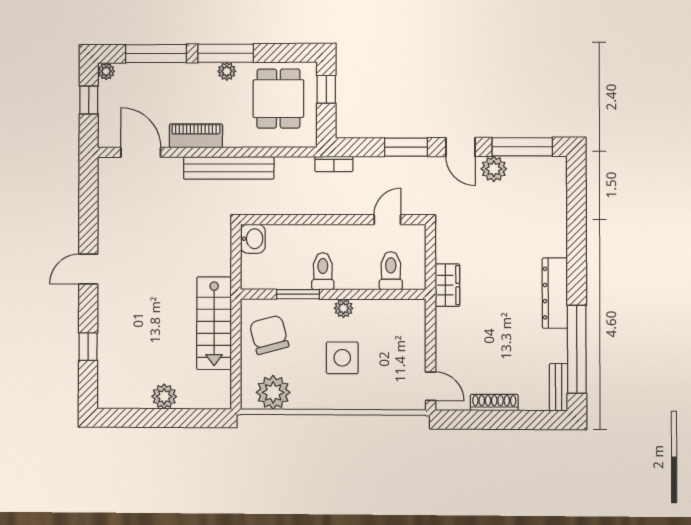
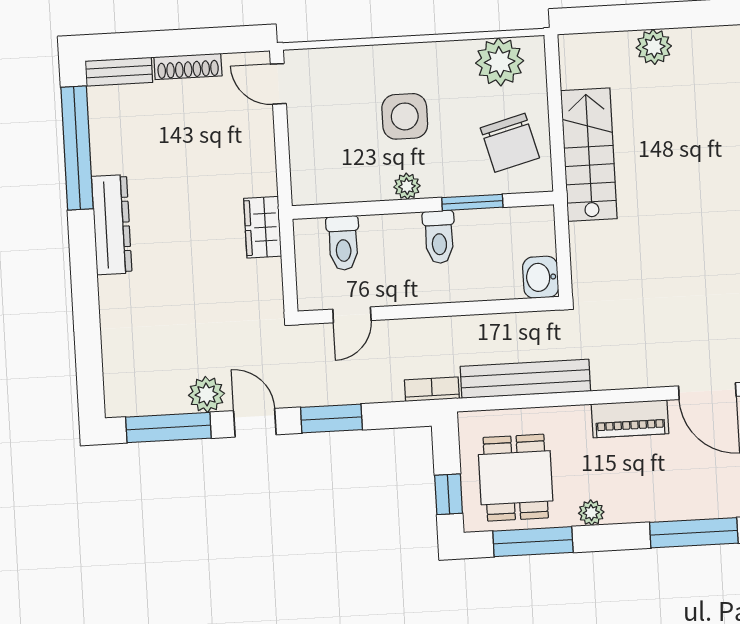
window: (226, 53) -> (533, 542), moved
bench: (229, 168) -> (525, 379), moved
bench: (559, 387) -> (119, 72), moved, turned 90

